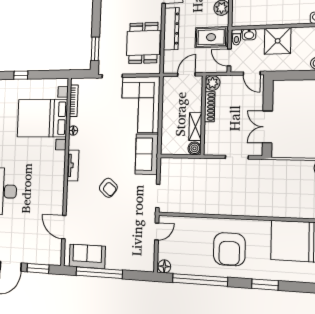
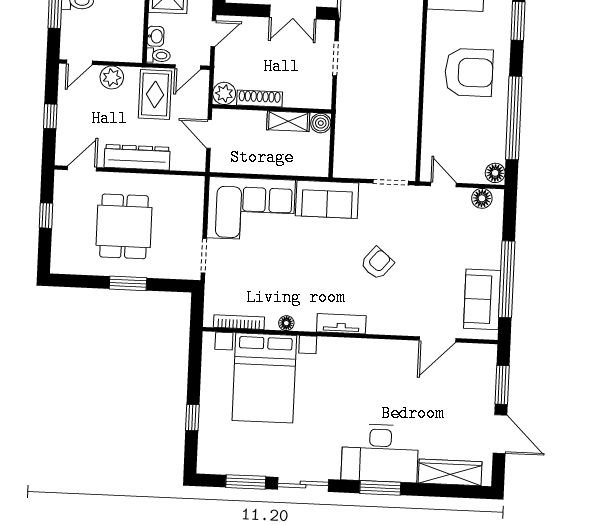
dining table: (143, 43) -> (124, 226), moved, turned 90
window: (95, 49) -> (128, 283), moved
floor lamp: (148, 257) -> (482, 198), added

